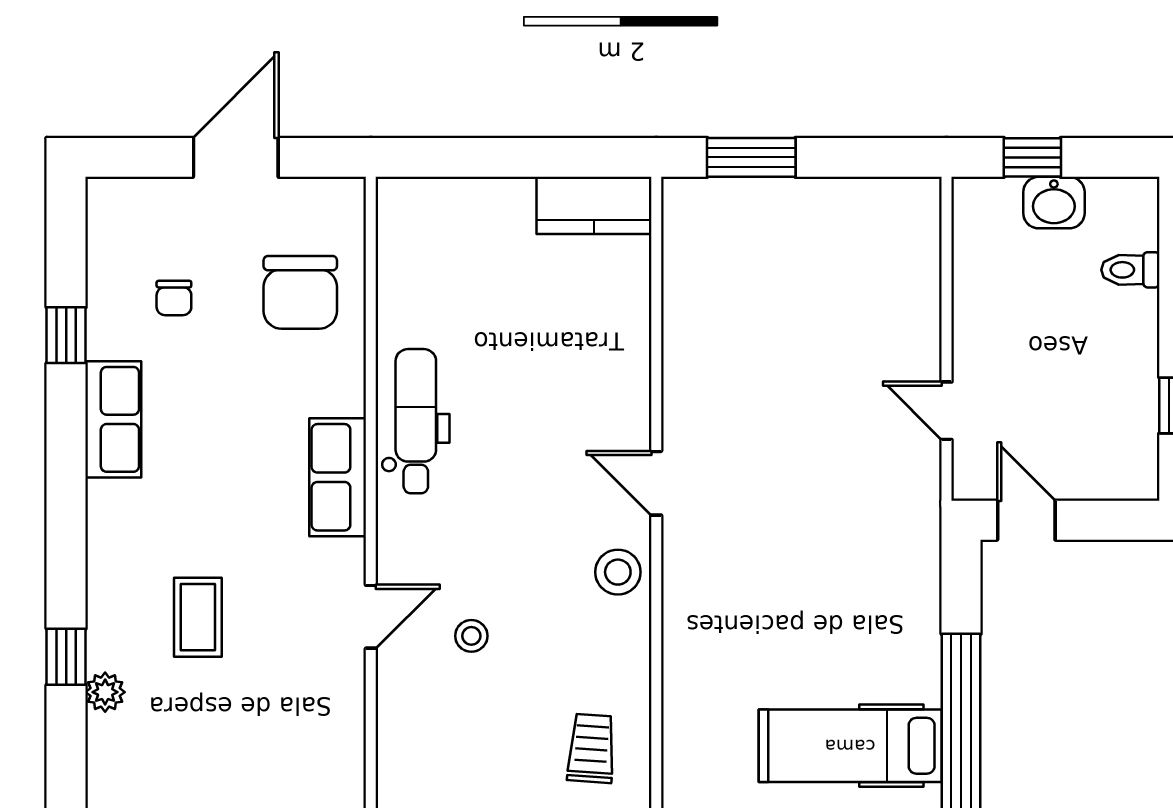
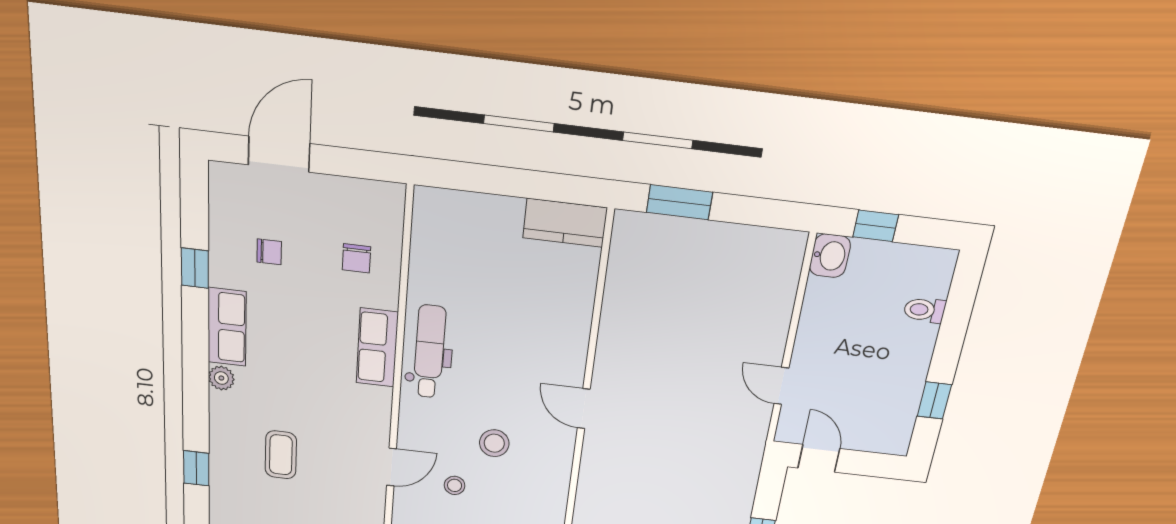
door: (236, 157) -> (279, 154), moved
washbasin: (1054, 203) -> (830, 256), moved, turned -90
chair: (300, 292) -> (356, 258), width x0.54, depth x0.54
chair: (174, 298) -> (269, 252), turned -90
row of seats: (338, 477) -> (377, 348), moved
stool: (618, 572) -> (494, 443), moved
plant: (105, 692) -> (221, 378), moved

